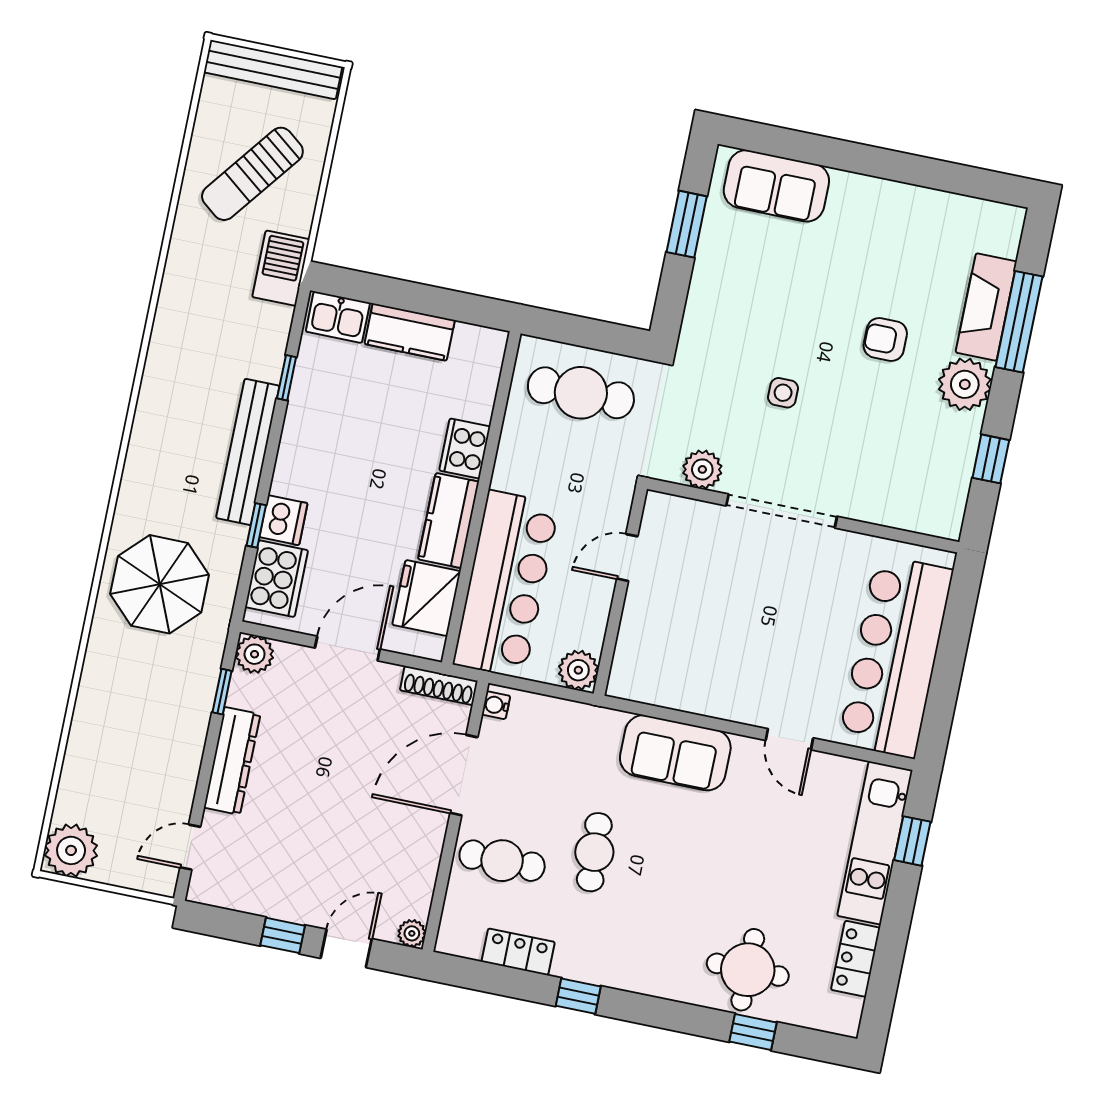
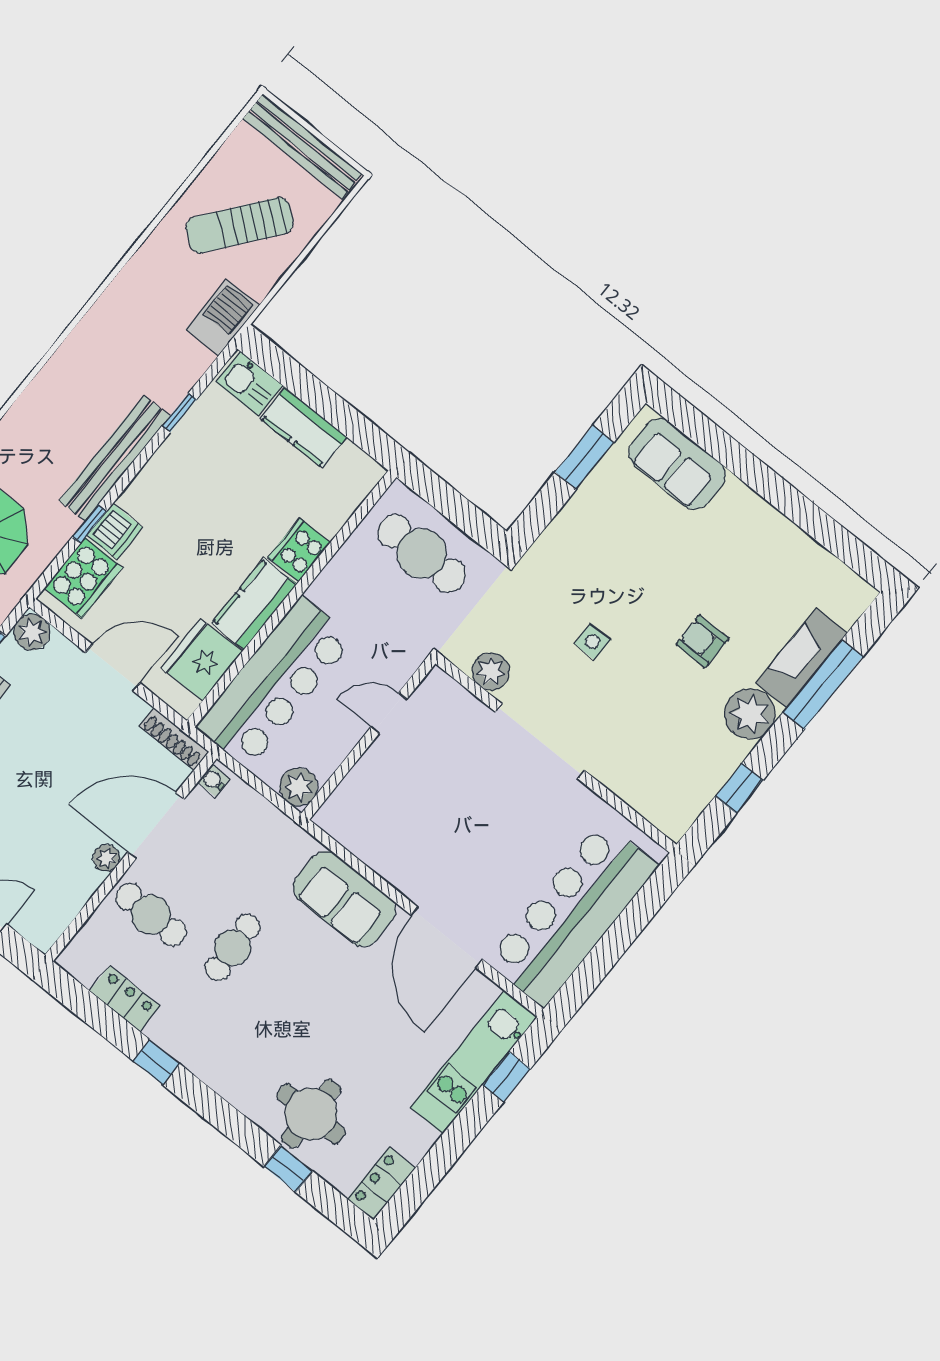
door: (789, 739) -> (447, 937), width x1.87
plant: (412, 933) -> (106, 858), moved
locker: (856, 959) -> (381, 1183), moved

